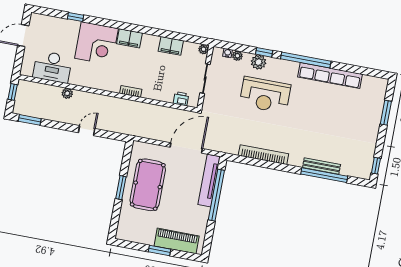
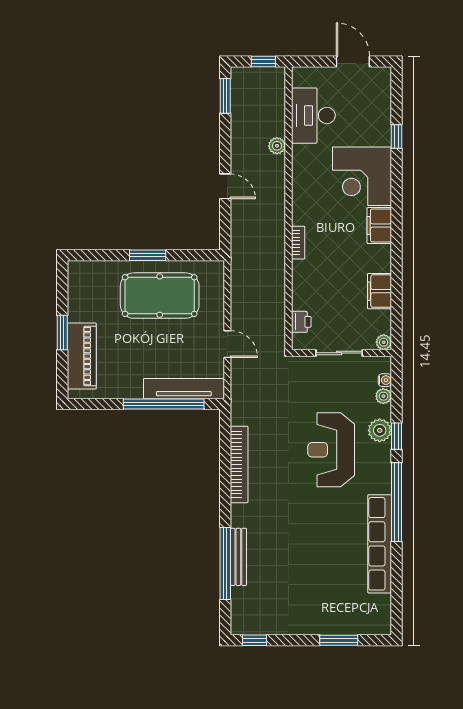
door: (186, 148) -> (227, 344), width x0.53

